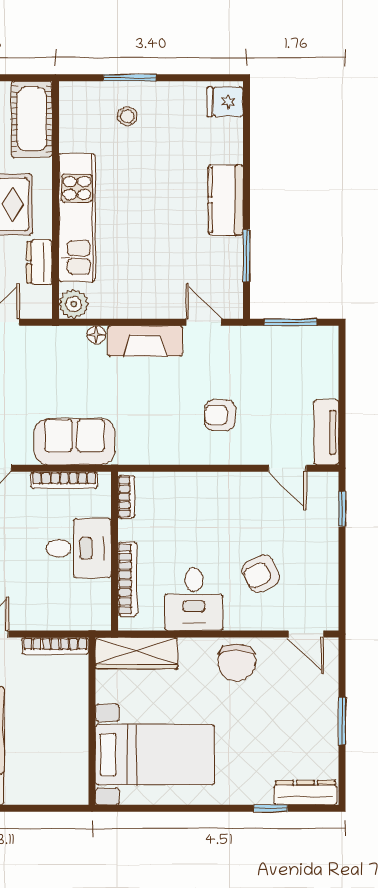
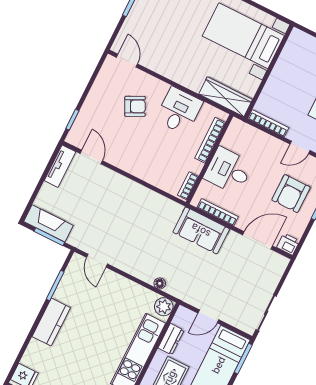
fireplace: (145, 341) -> (48, 223), moved
armchair: (220, 415) -> (114, 205), removed
chair: (237, 662) -> (173, 64), removed

